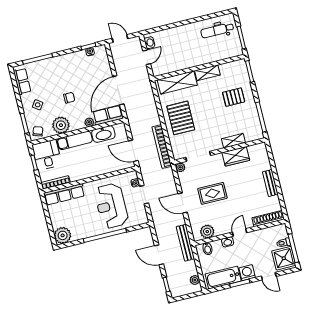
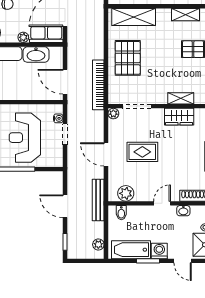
shelving: (207, 73) -> (185, 15), moved
washbasin: (228, 242) -> (183, 211), moved

